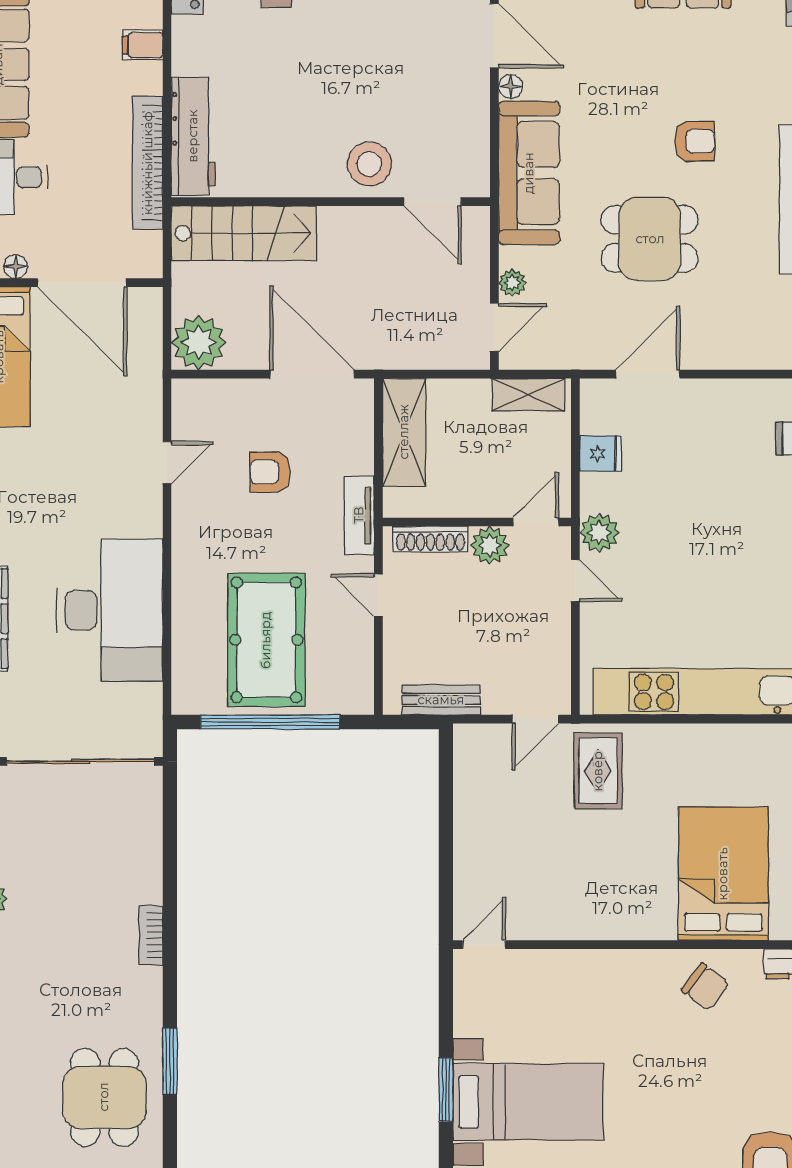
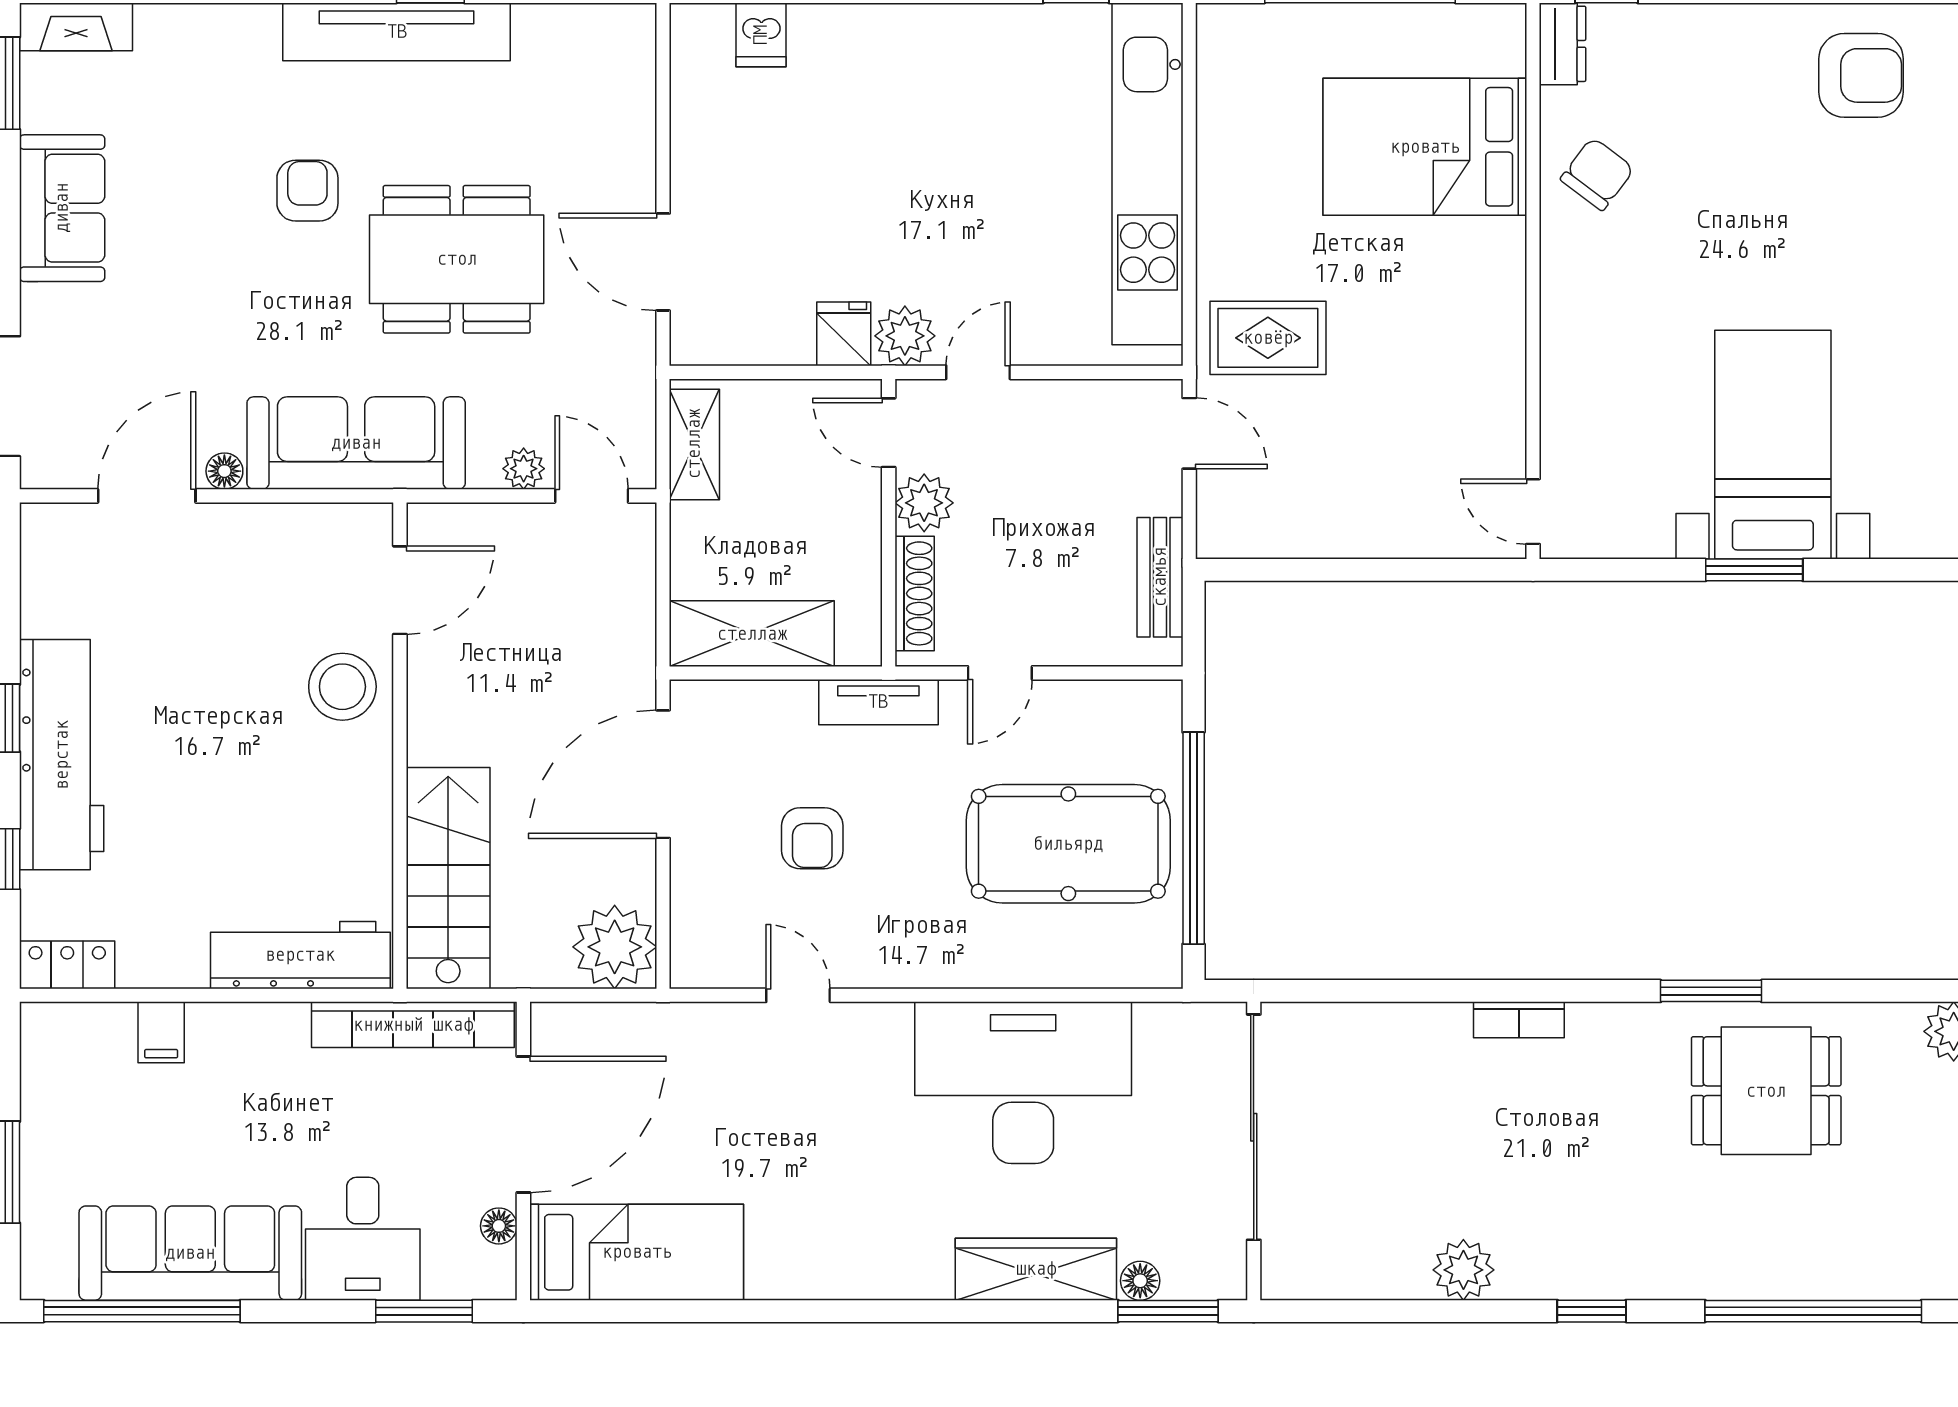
bookcase: (148, 163) -> (413, 1025), moved
dining table: (650, 239) -> (457, 259), width x1.38
fridge: (601, 454) -> (844, 334), moved

